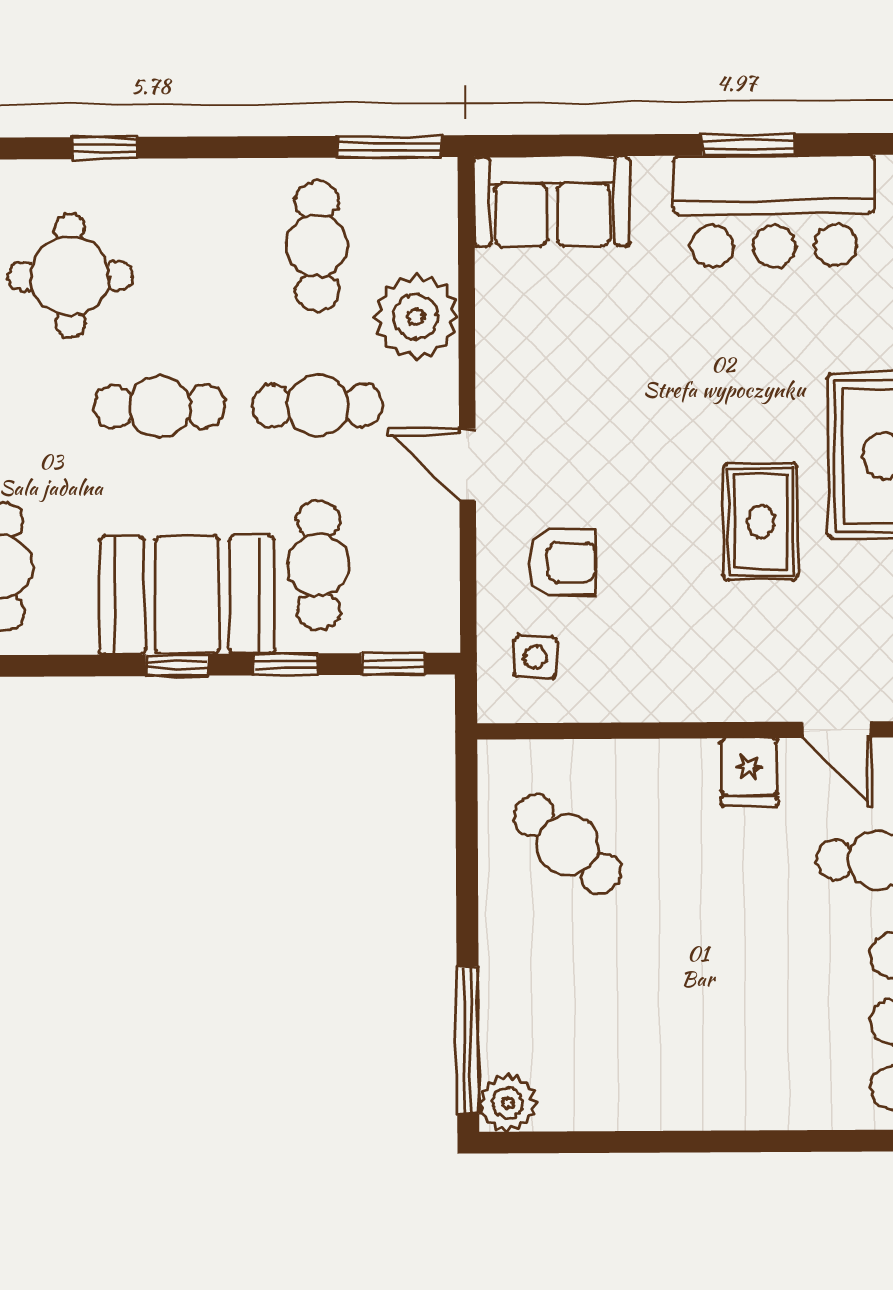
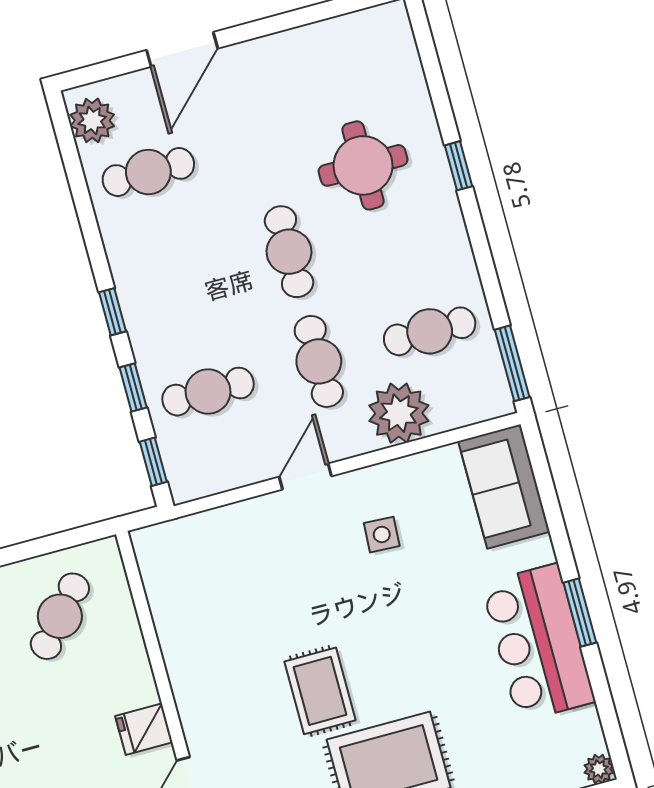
rug: (761, 522) -> (320, 691), turned 90
armchair: (562, 562) -> (255, 560), removed
booth: (187, 595) -> (163, 306), removed
side table: (535, 657) -> (382, 535), moved

